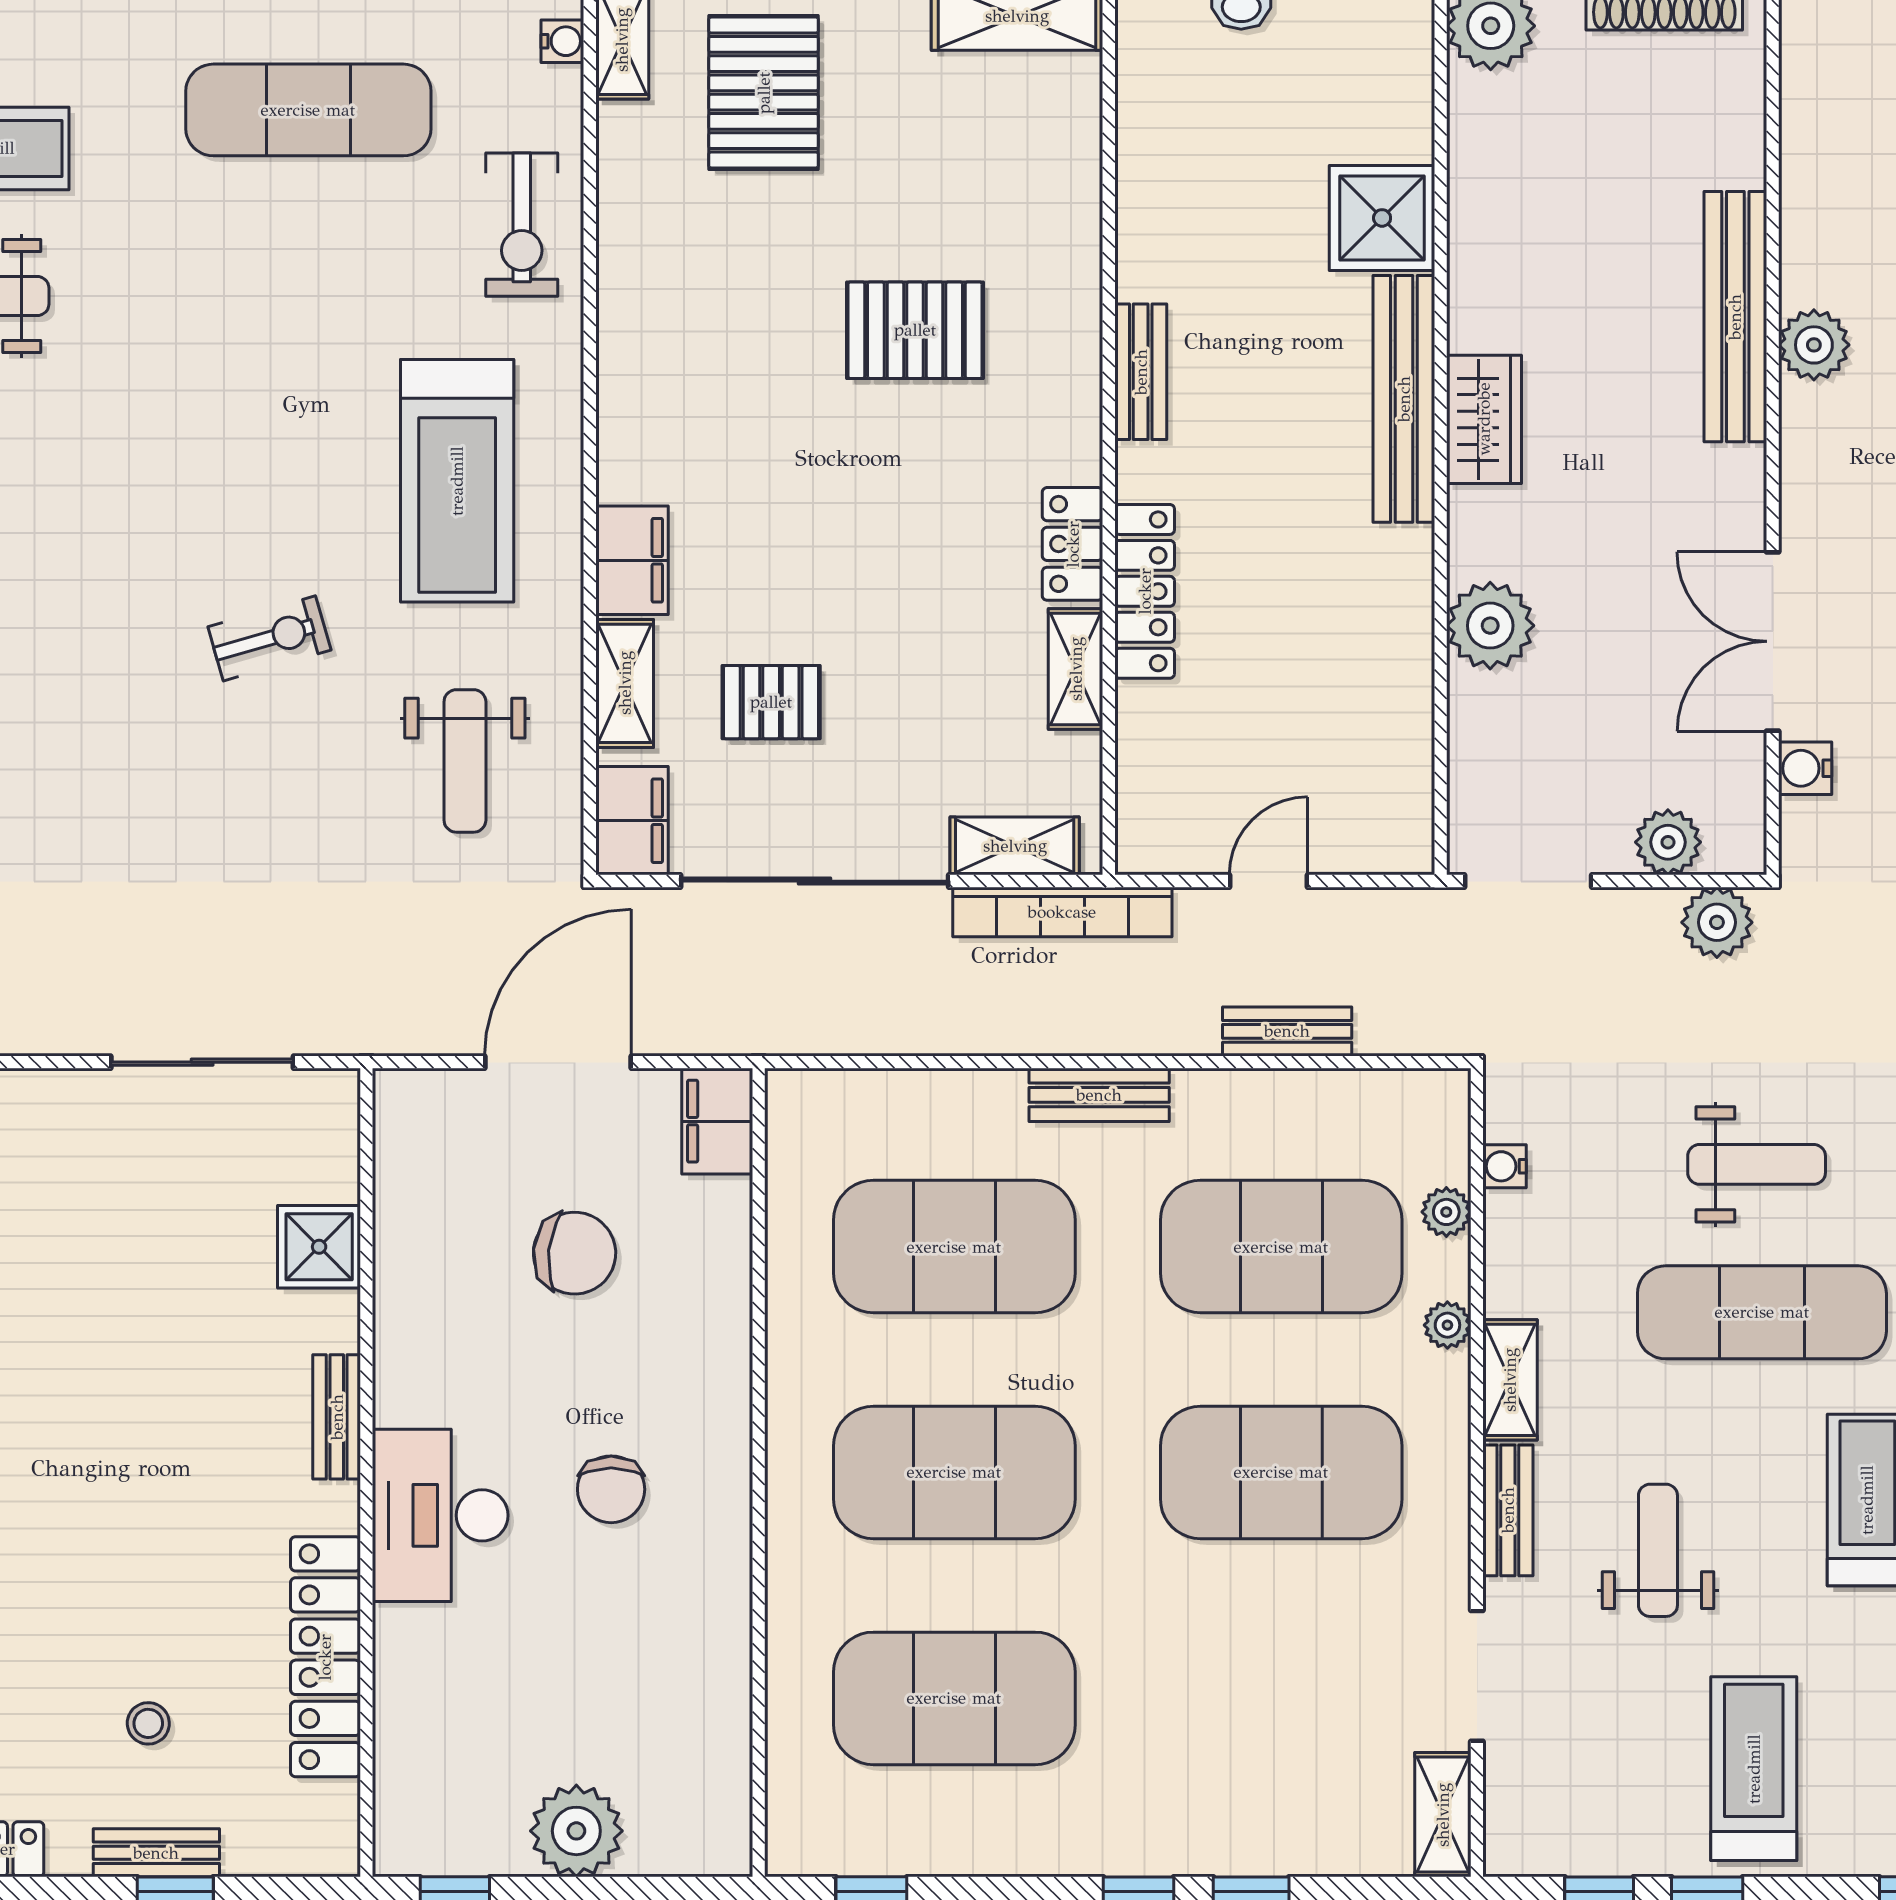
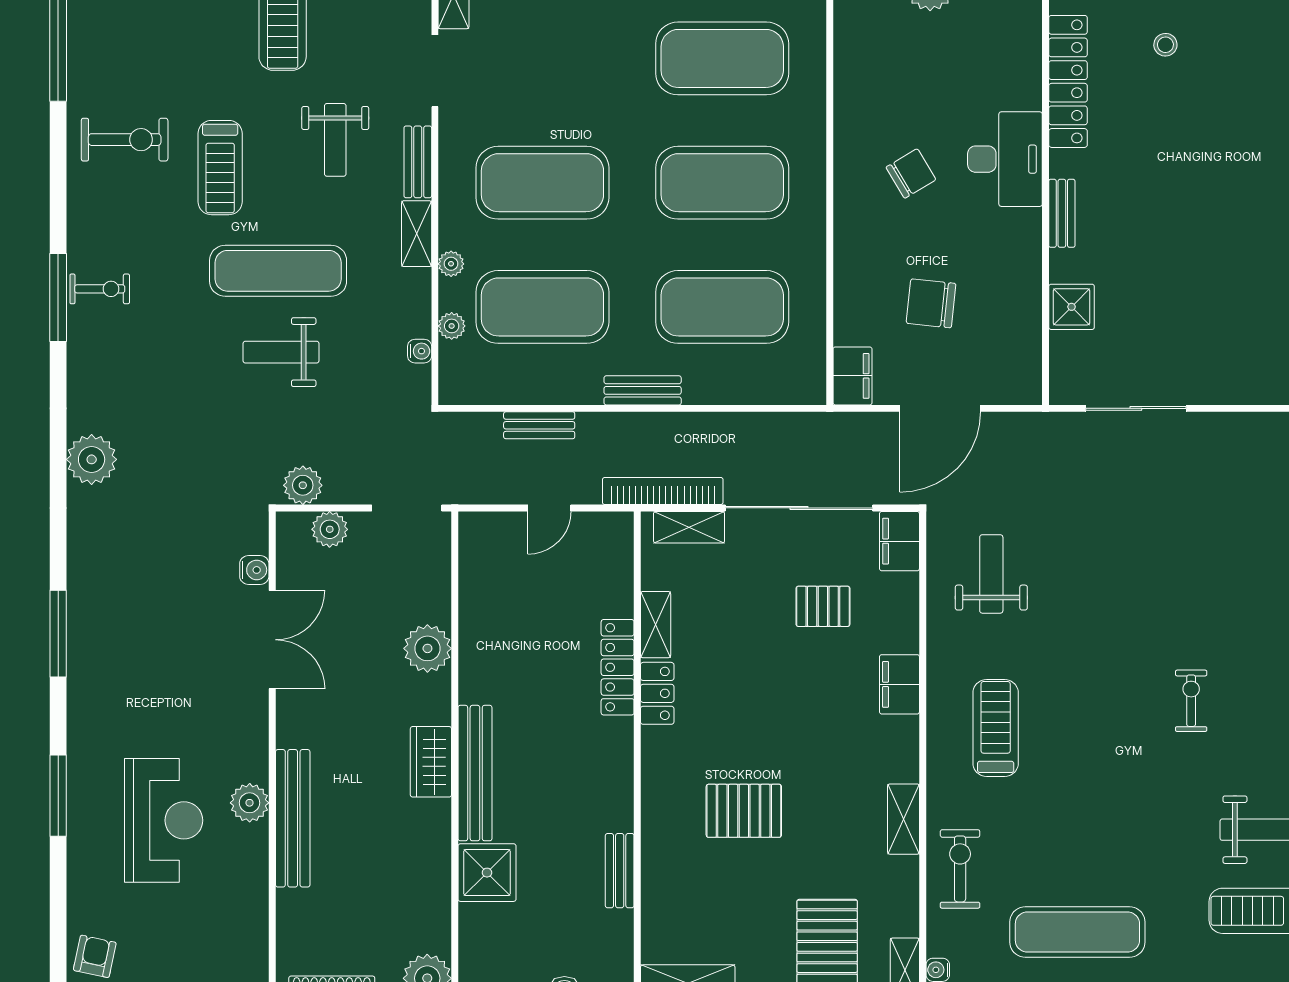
bench: (1141, 372) -> (620, 871), moved
treadmill: (457, 481) -> (996, 728), width x0.73, depth x0.73
exercise bike: (269, 638) -> (1191, 701), moved, turned 106
shelving: (625, 683) -> (904, 819), moved
chair: (611, 1489) -> (911, 173), turned 59

